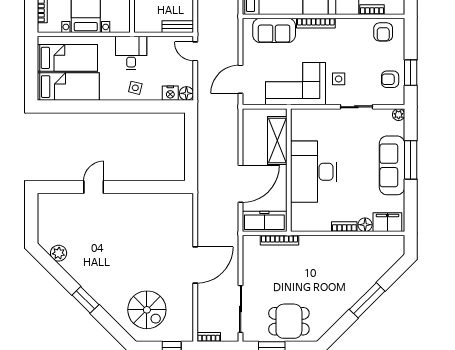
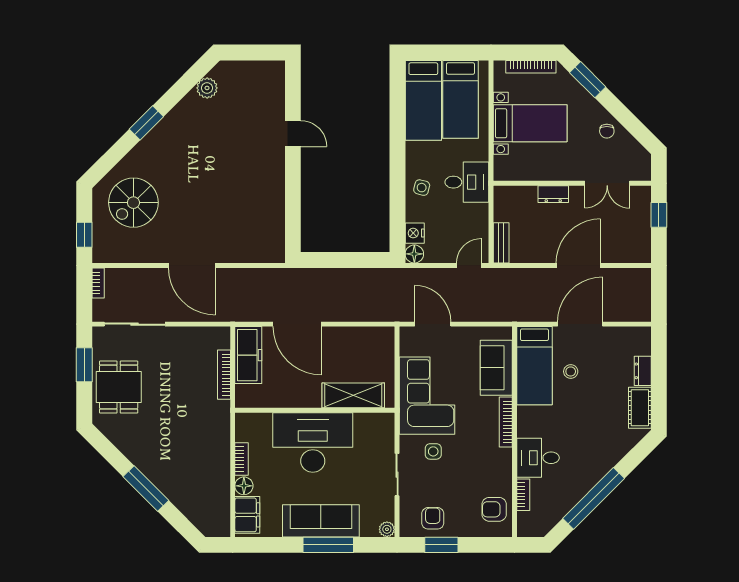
shelving: (277, 141) -> (353, 395), moved
wall: (289, 170) -> (315, 410), moved
desk: (314, 172) -> (313, 442), moved

